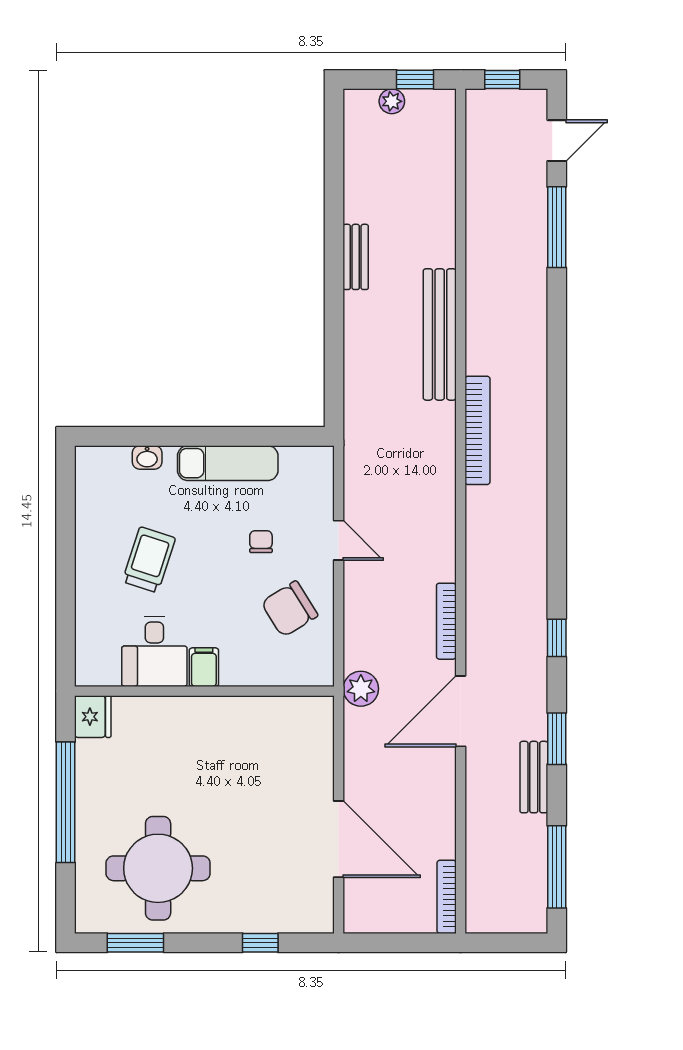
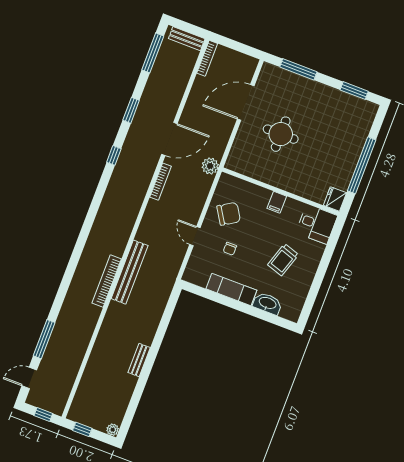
plant: (392, 101) -> (113, 430), moved
bench: (440, 334) -> (130, 272), moved
bookcase: (478, 430) -> (107, 281), moved
washbasin: (147, 457) -> (267, 303), width x1.91, depth x1.45
desk: (154, 651) -> (317, 224), moved, turned 90
bench: (534, 777) -> (187, 39), moved, turned 90
door: (339, 839) -> (246, 102), hinge flipped
round table: (158, 868) -> (281, 134), moved, width x0.73, depth x0.73
window: (260, 943) -> (298, 69), width x2.17

